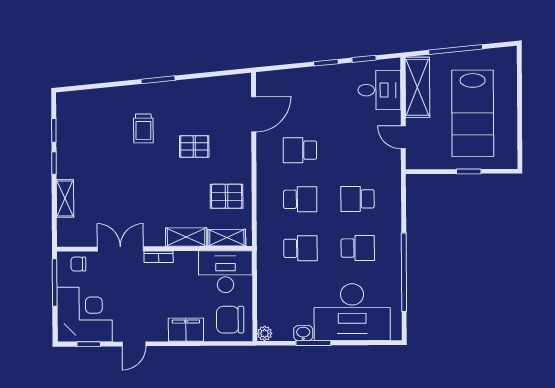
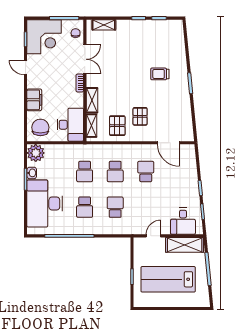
pallet: (194, 147) -> (140, 116), moved
shelving: (65, 198) -> (104, 25), moved
plant: (265, 333) -> (36, 153), width x1.88, depth x1.88

